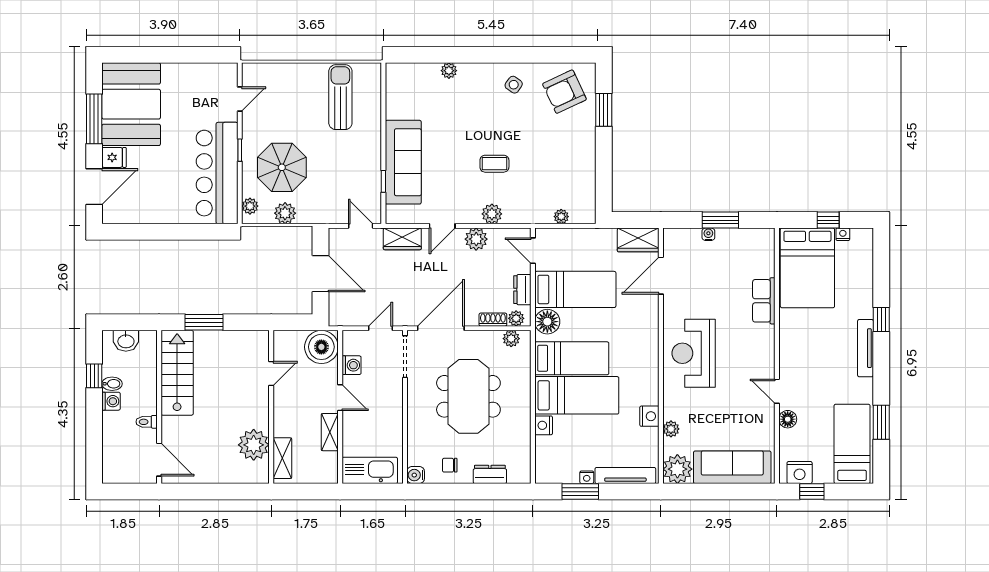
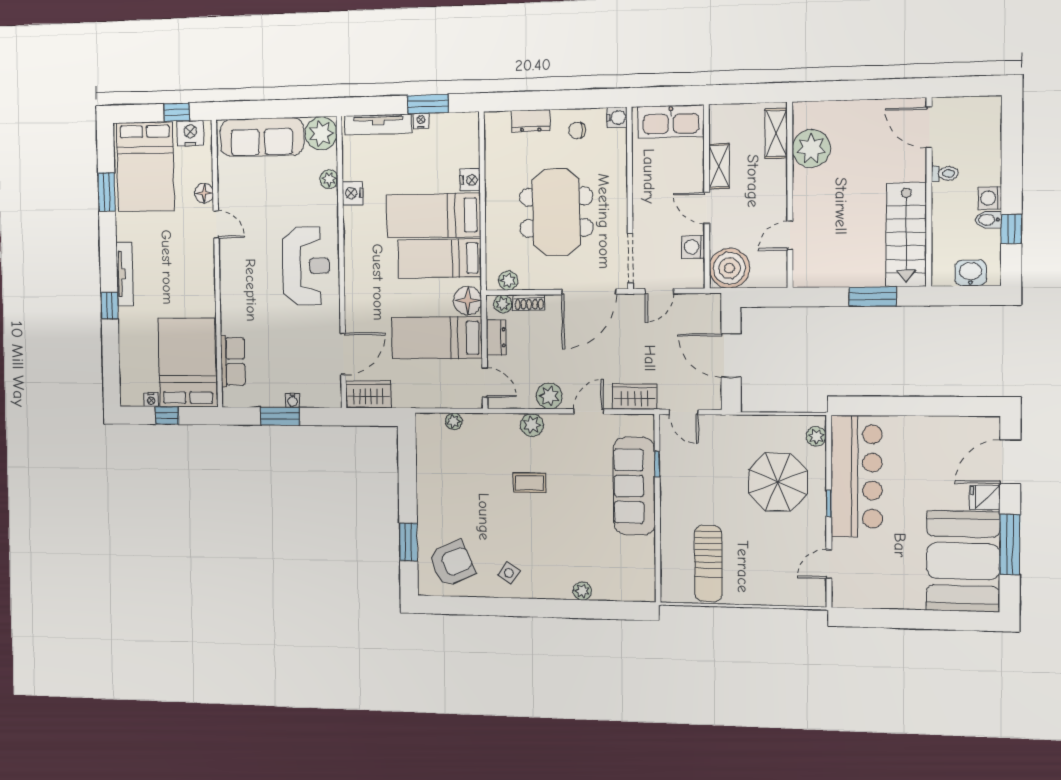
plant: (285, 213) -> (774, 428), removed
row of seats: (764, 301) -> (233, 361), moved
bed: (852, 444) -> (145, 167), width x1.50
chair: (450, 465) -> (577, 130), turned 180

